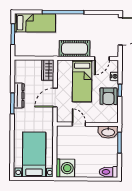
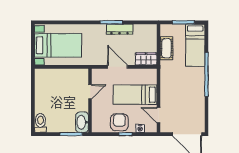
cot: (75, 49) -> (167, 48), moved, width x0.73, depth x0.75
armchair: (108, 96) -> (119, 122), turned 90
washing machine: (65, 168) -> (44, 78), removed

